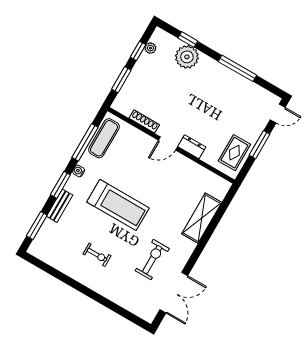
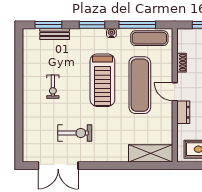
shoe rack: (144, 121) -> (181, 63), width x0.70
exercise mat: (143, 173) -> (140, 85), added
bench: (60, 206) -> (55, 34), moved
shelving: (202, 218) -> (151, 153), moved

